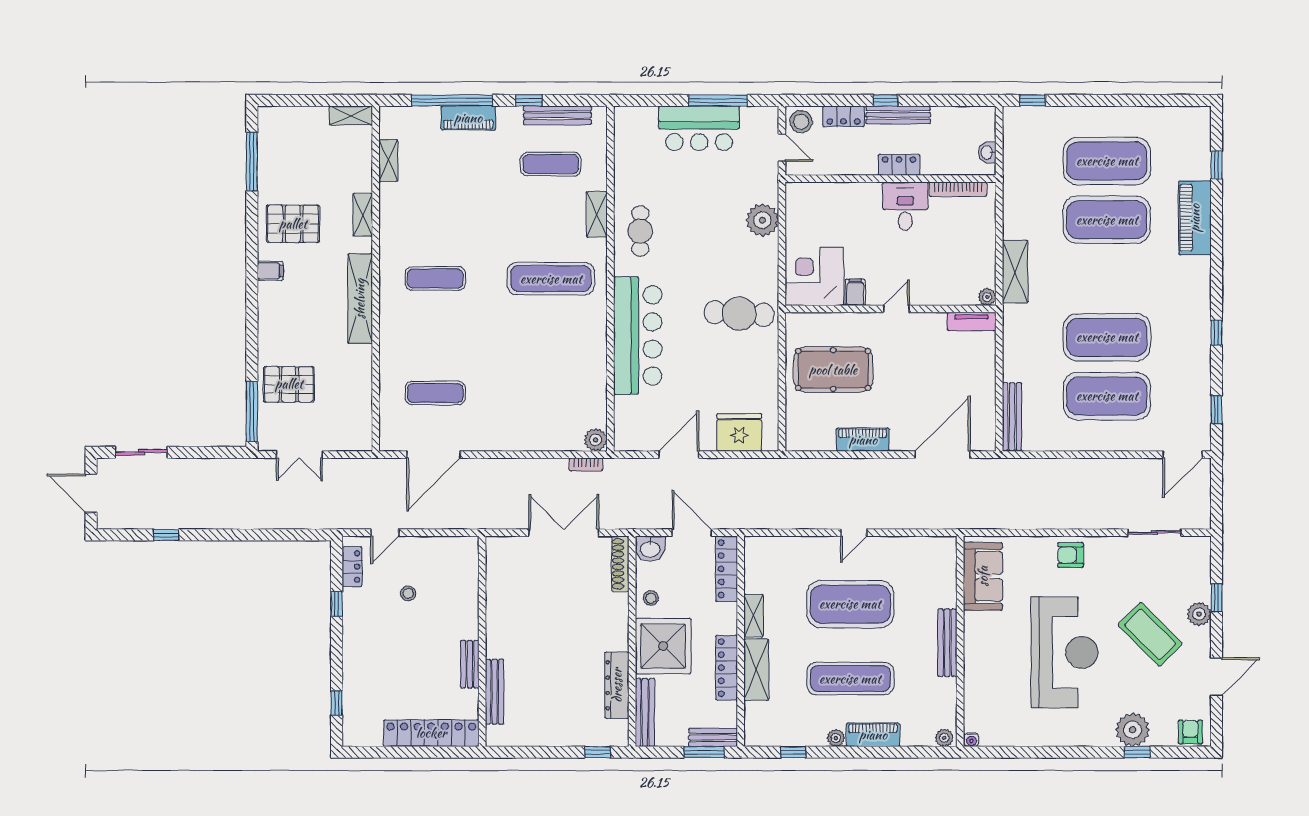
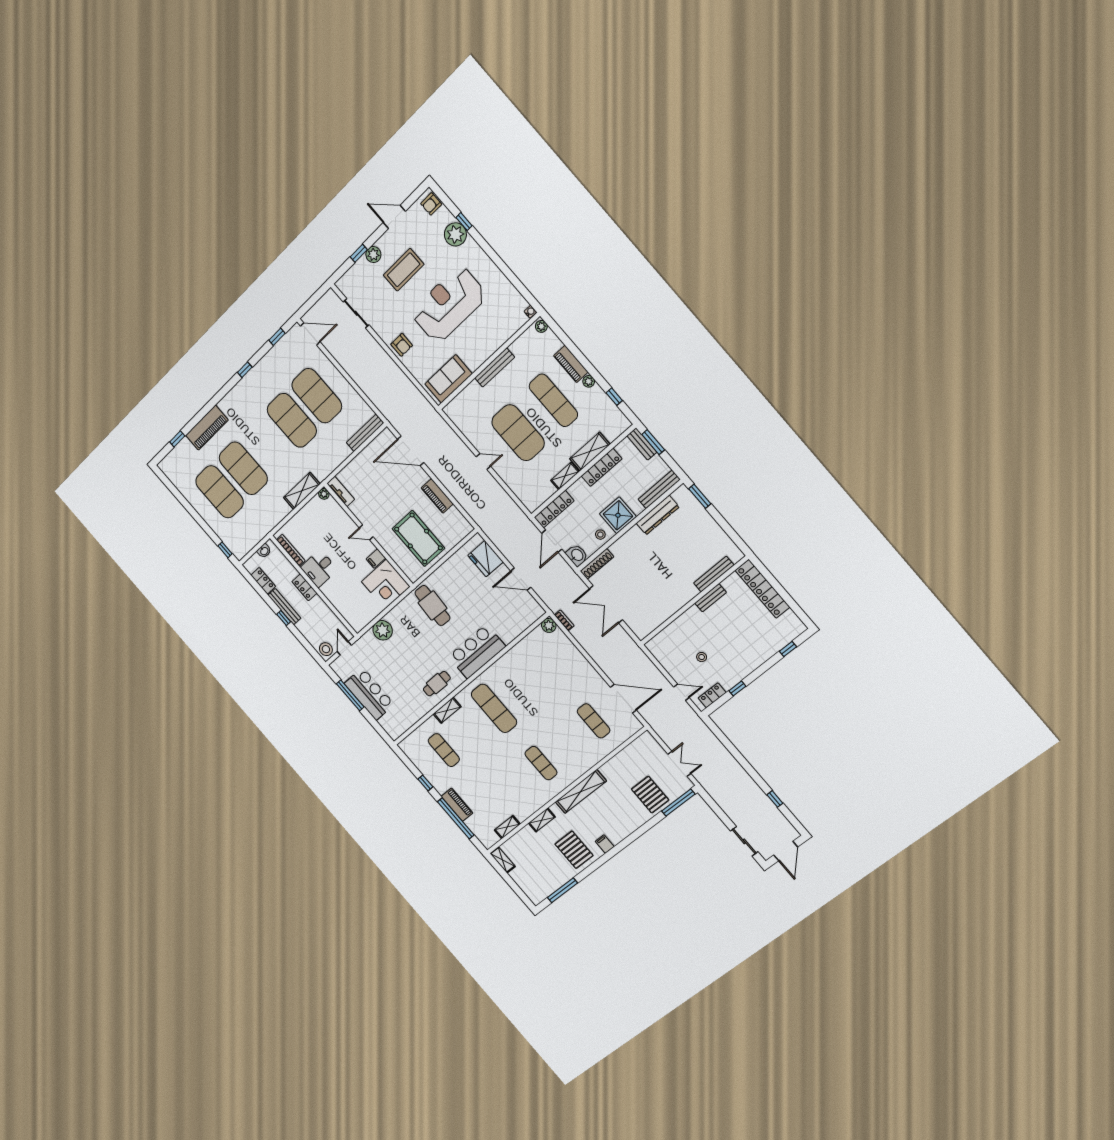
bench: (558, 115) -> (420, 764), removed
locker: (844, 116) -> (263, 581), moved
bar counter: (638, 336) -> (477, 652), width x0.73
coffee table: (1150, 634) -> (404, 270), turned 45
shower: (663, 646) -> (618, 515), width x0.73, depth x0.73
window: (598, 752) -> (700, 496), width x1.50

